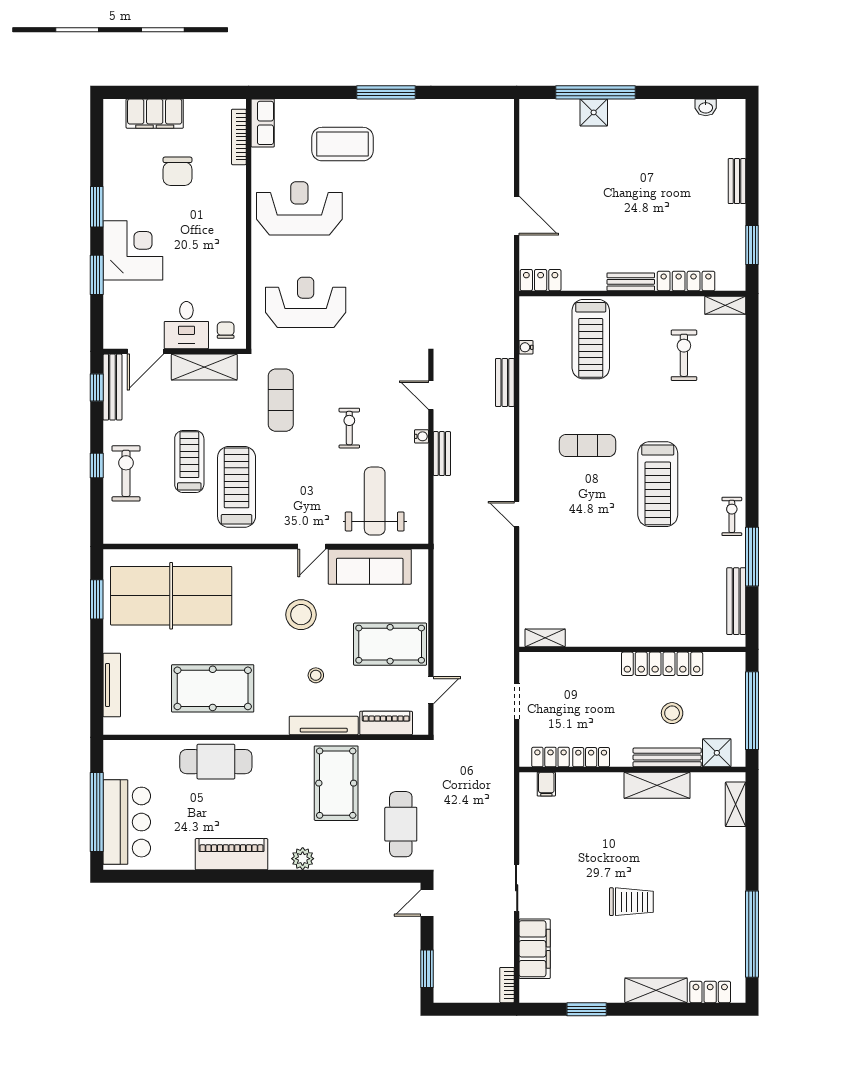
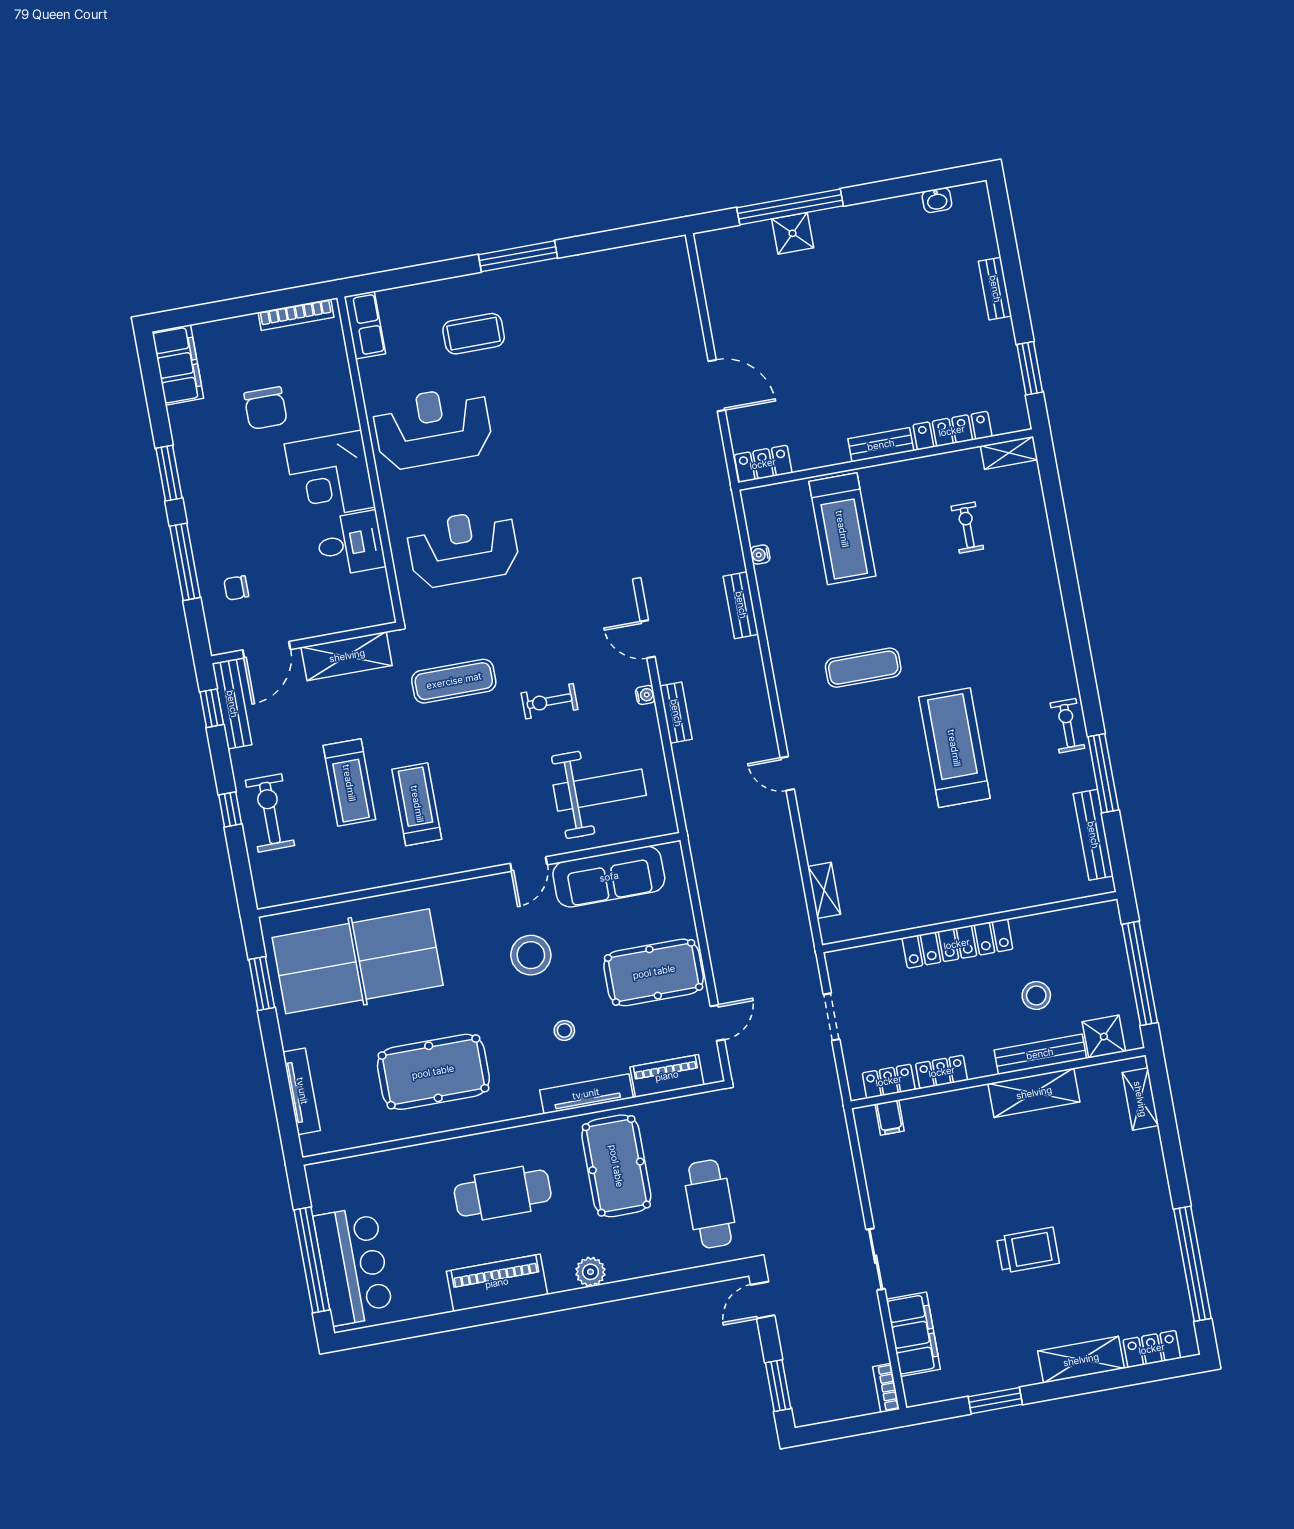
filing cabinet: (155, 114) -> (178, 365), moved, turned -90
bookcase: (239, 137) -> (296, 315), moved, turned -90
coffee table: (343, 144) -> (474, 334), width x0.73, depth x0.76
corner desk: (133, 250) -> (330, 475), moved, turned 180
window: (97, 275) -> (185, 562), width x1.44
desk: (186, 325) -> (350, 544), moved, turned -90
chair: (226, 330) -> (236, 588), moved, turned -90
exercise bike: (684, 355) -> (967, 528), width x0.73, depth x0.72
exercise mat: (281, 400) -> (454, 681), turned 90
exercise bike: (349, 428) -> (549, 701), turned -90
treadmill: (189, 462) -> (349, 783), turned 180
treadmill: (658, 484) -> (954, 748), moved, turned 180
treadmill: (237, 487) -> (417, 804), width x0.73, depth x0.73
weight bench: (375, 501) -> (600, 790), turned 90
shelving: (545, 638) -> (824, 890), moved, turned 90
locker: (662, 664) -> (957, 944), moved
cafe table: (216, 762) -> (503, 1193), moved

